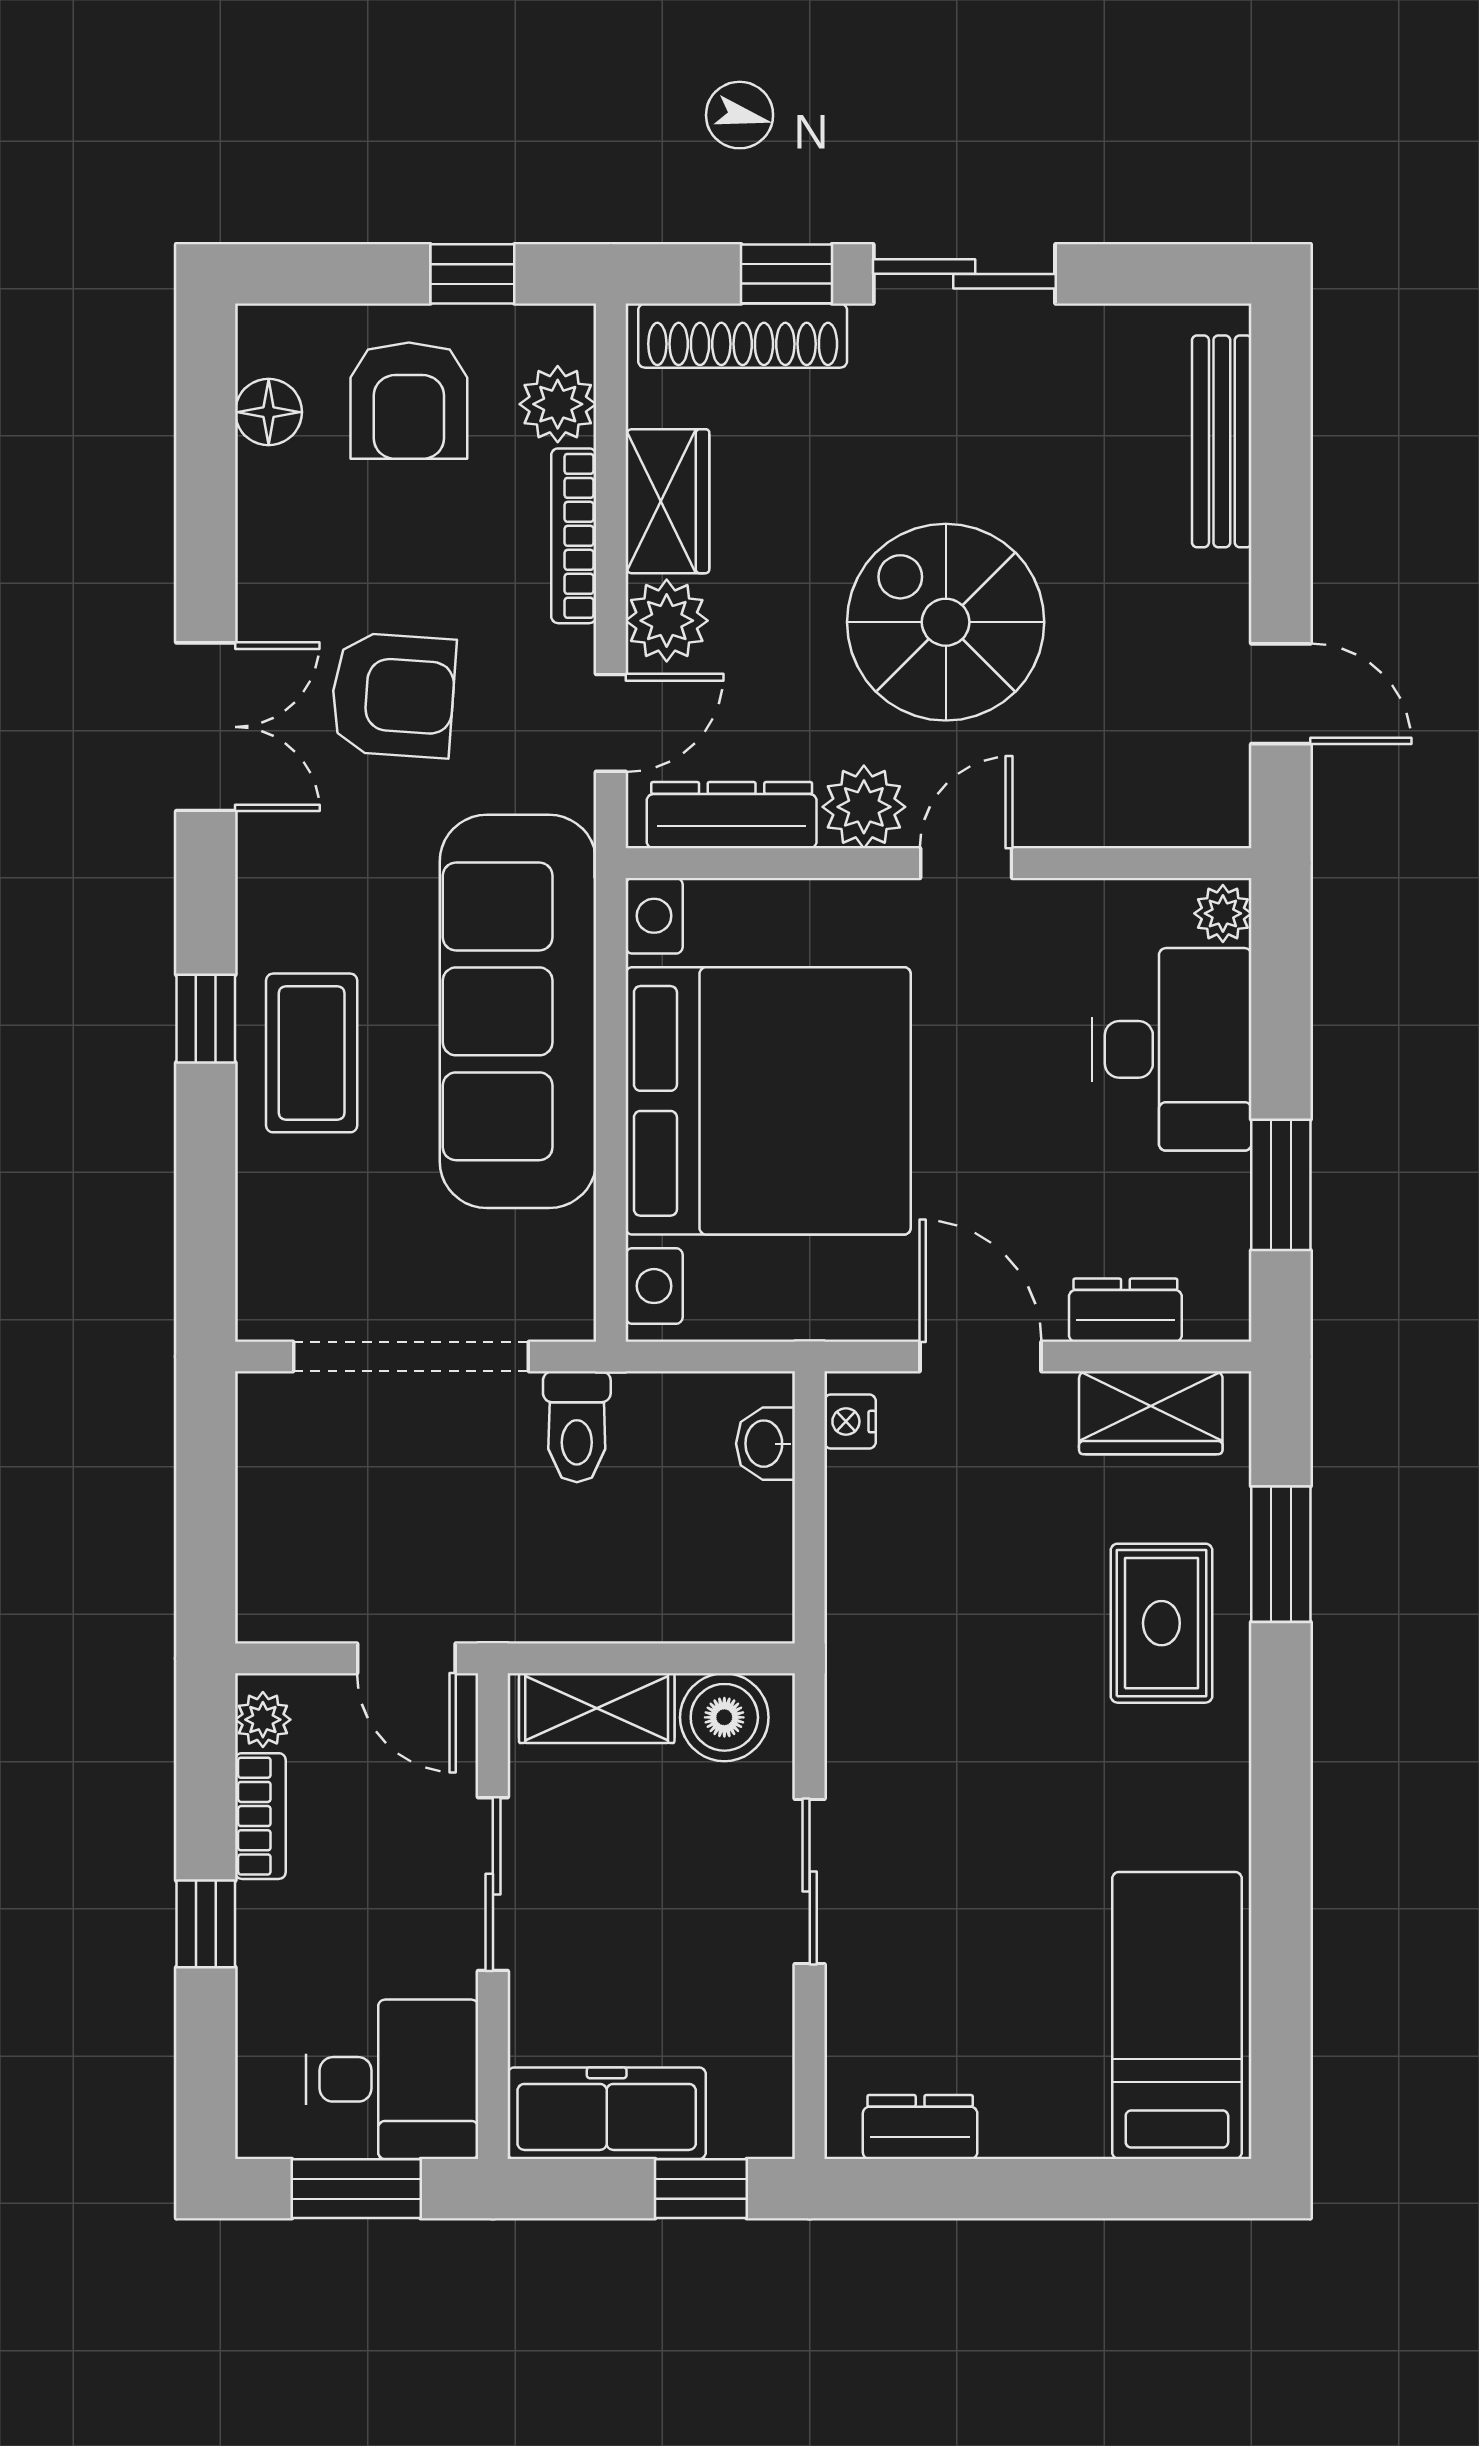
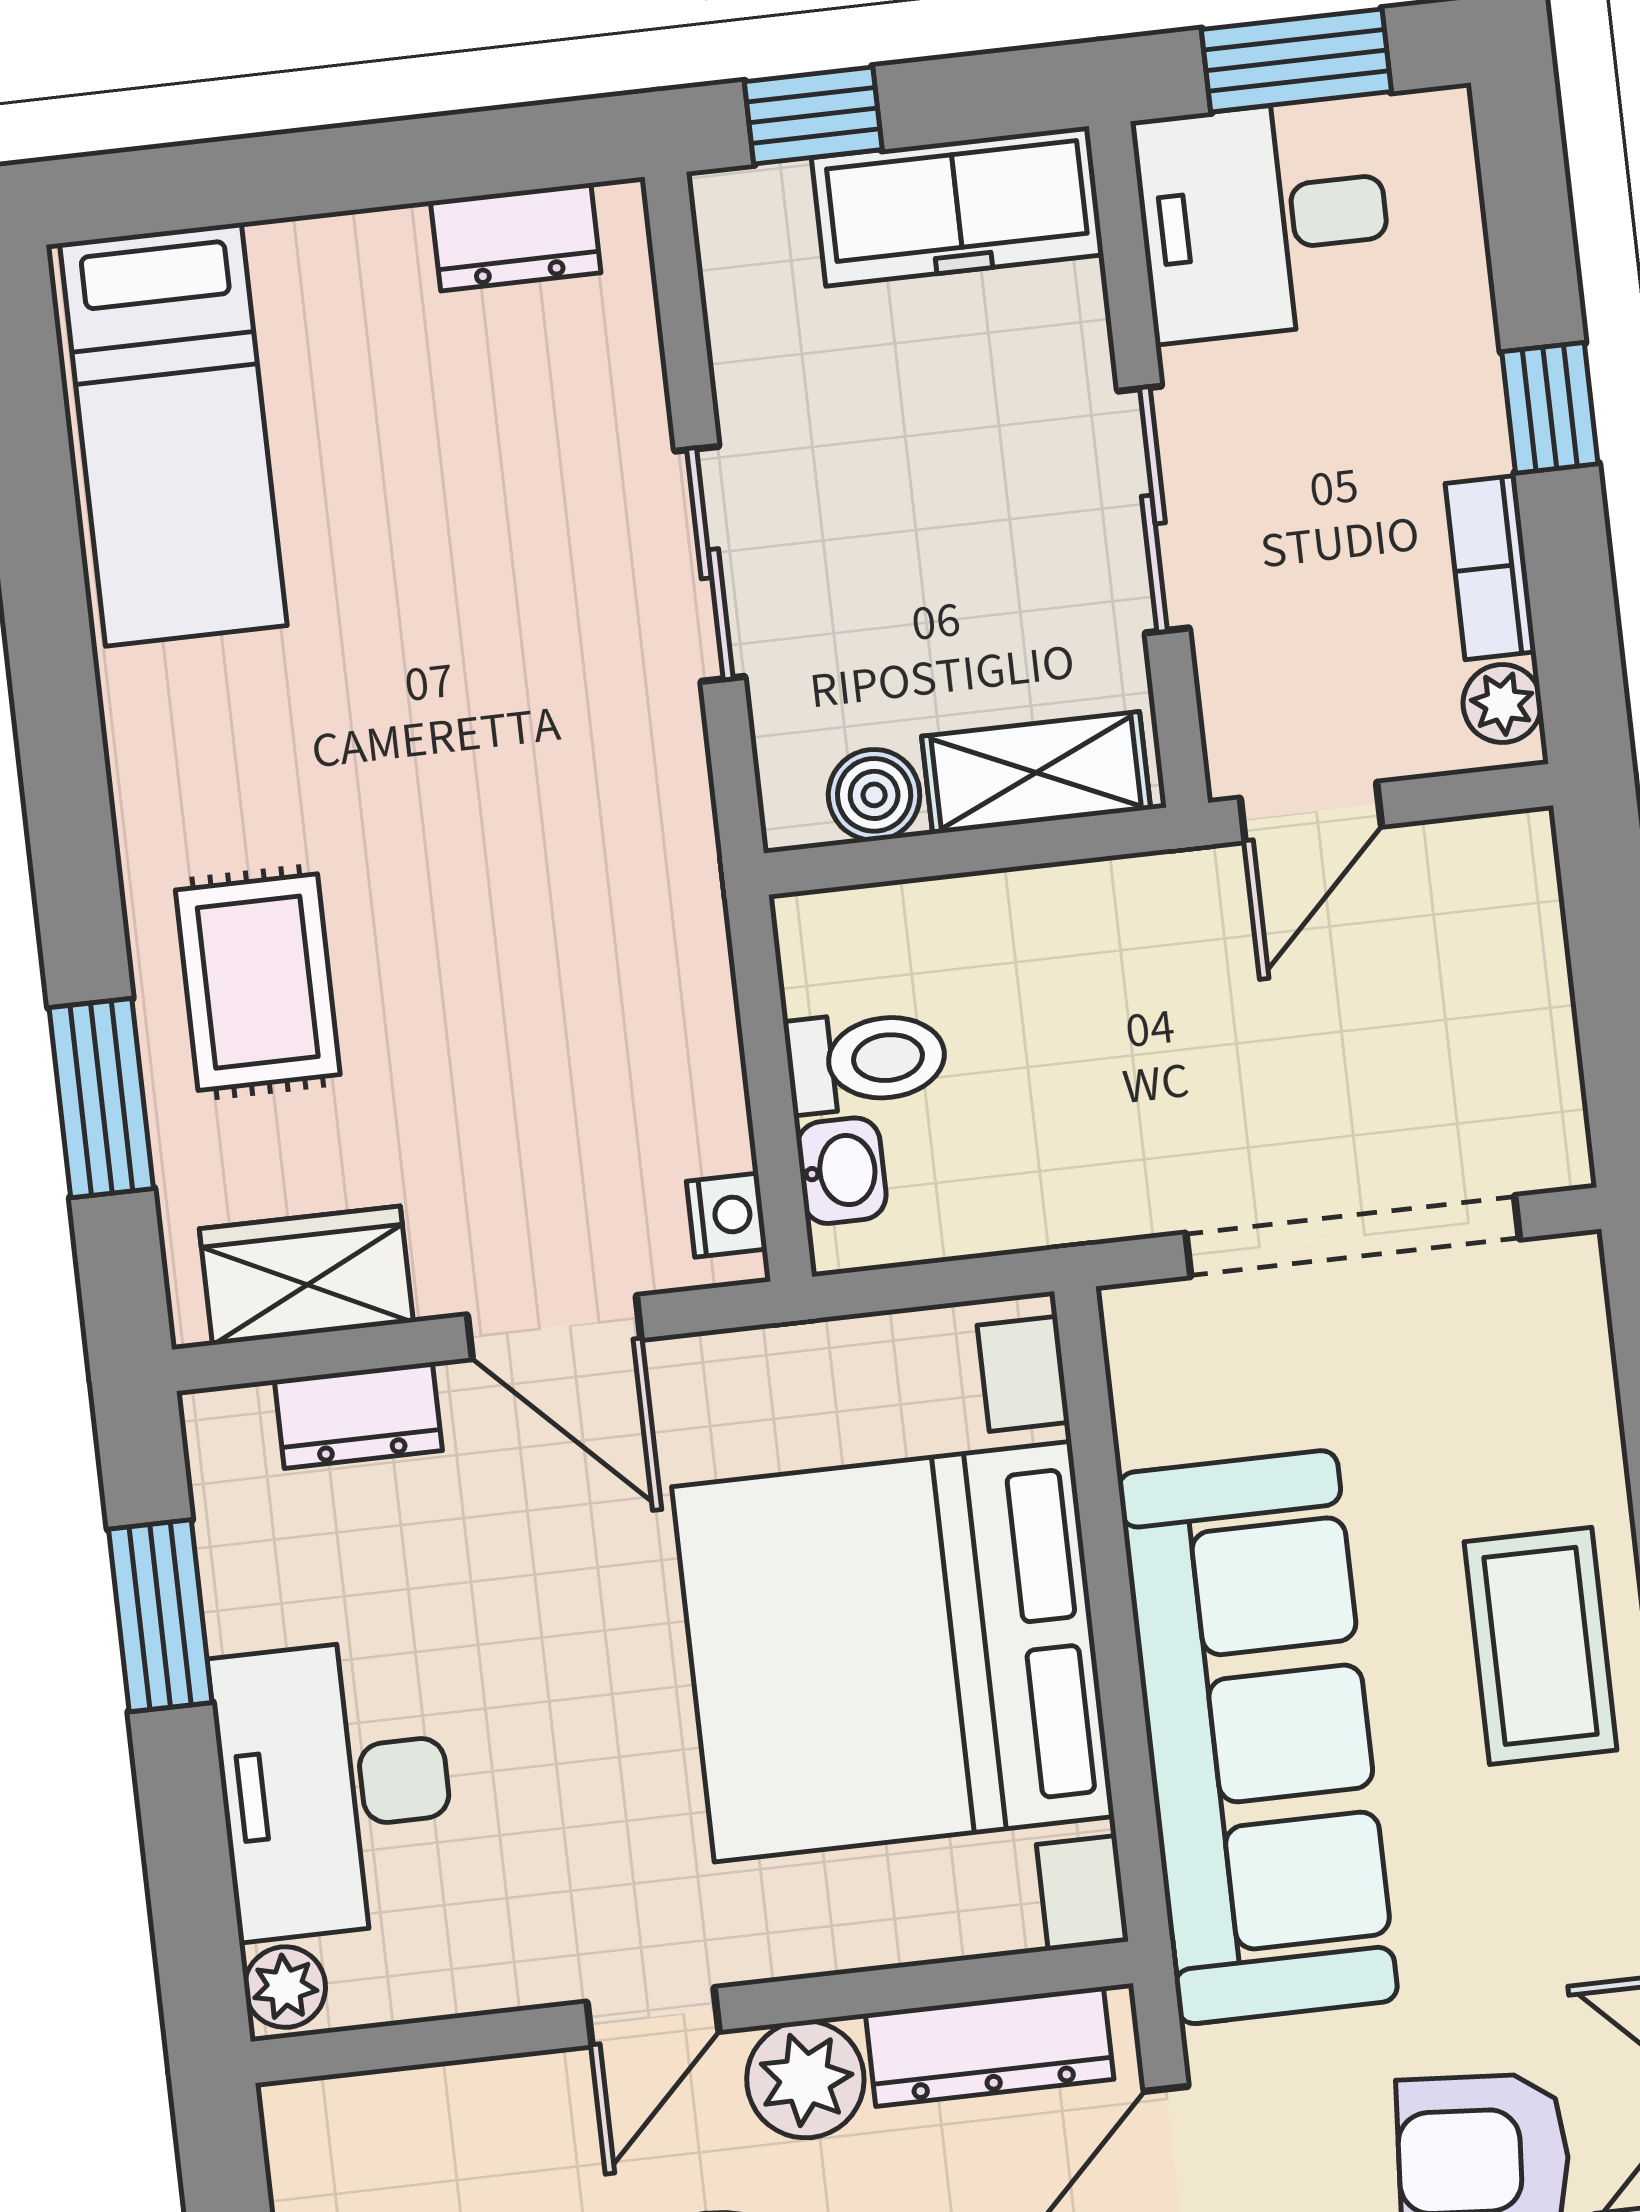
toilet: (577, 1427) -> (866, 1060), moved, turned 90
door: (406, 1658) -> (1311, 812), swing flipped
boiler: (724, 1717) -> (874, 795), width x0.73, depth x0.73

